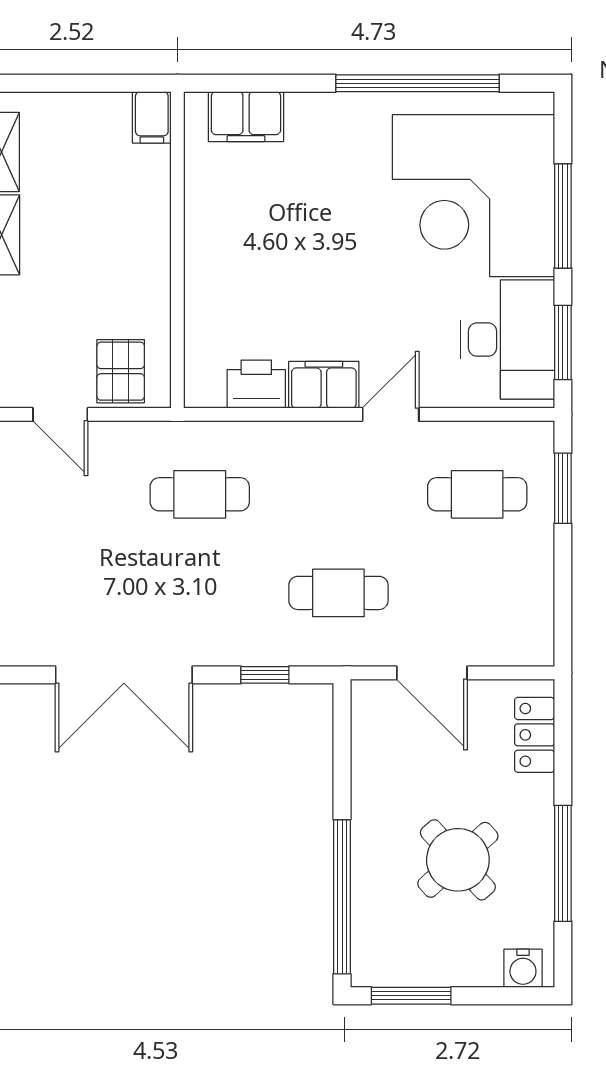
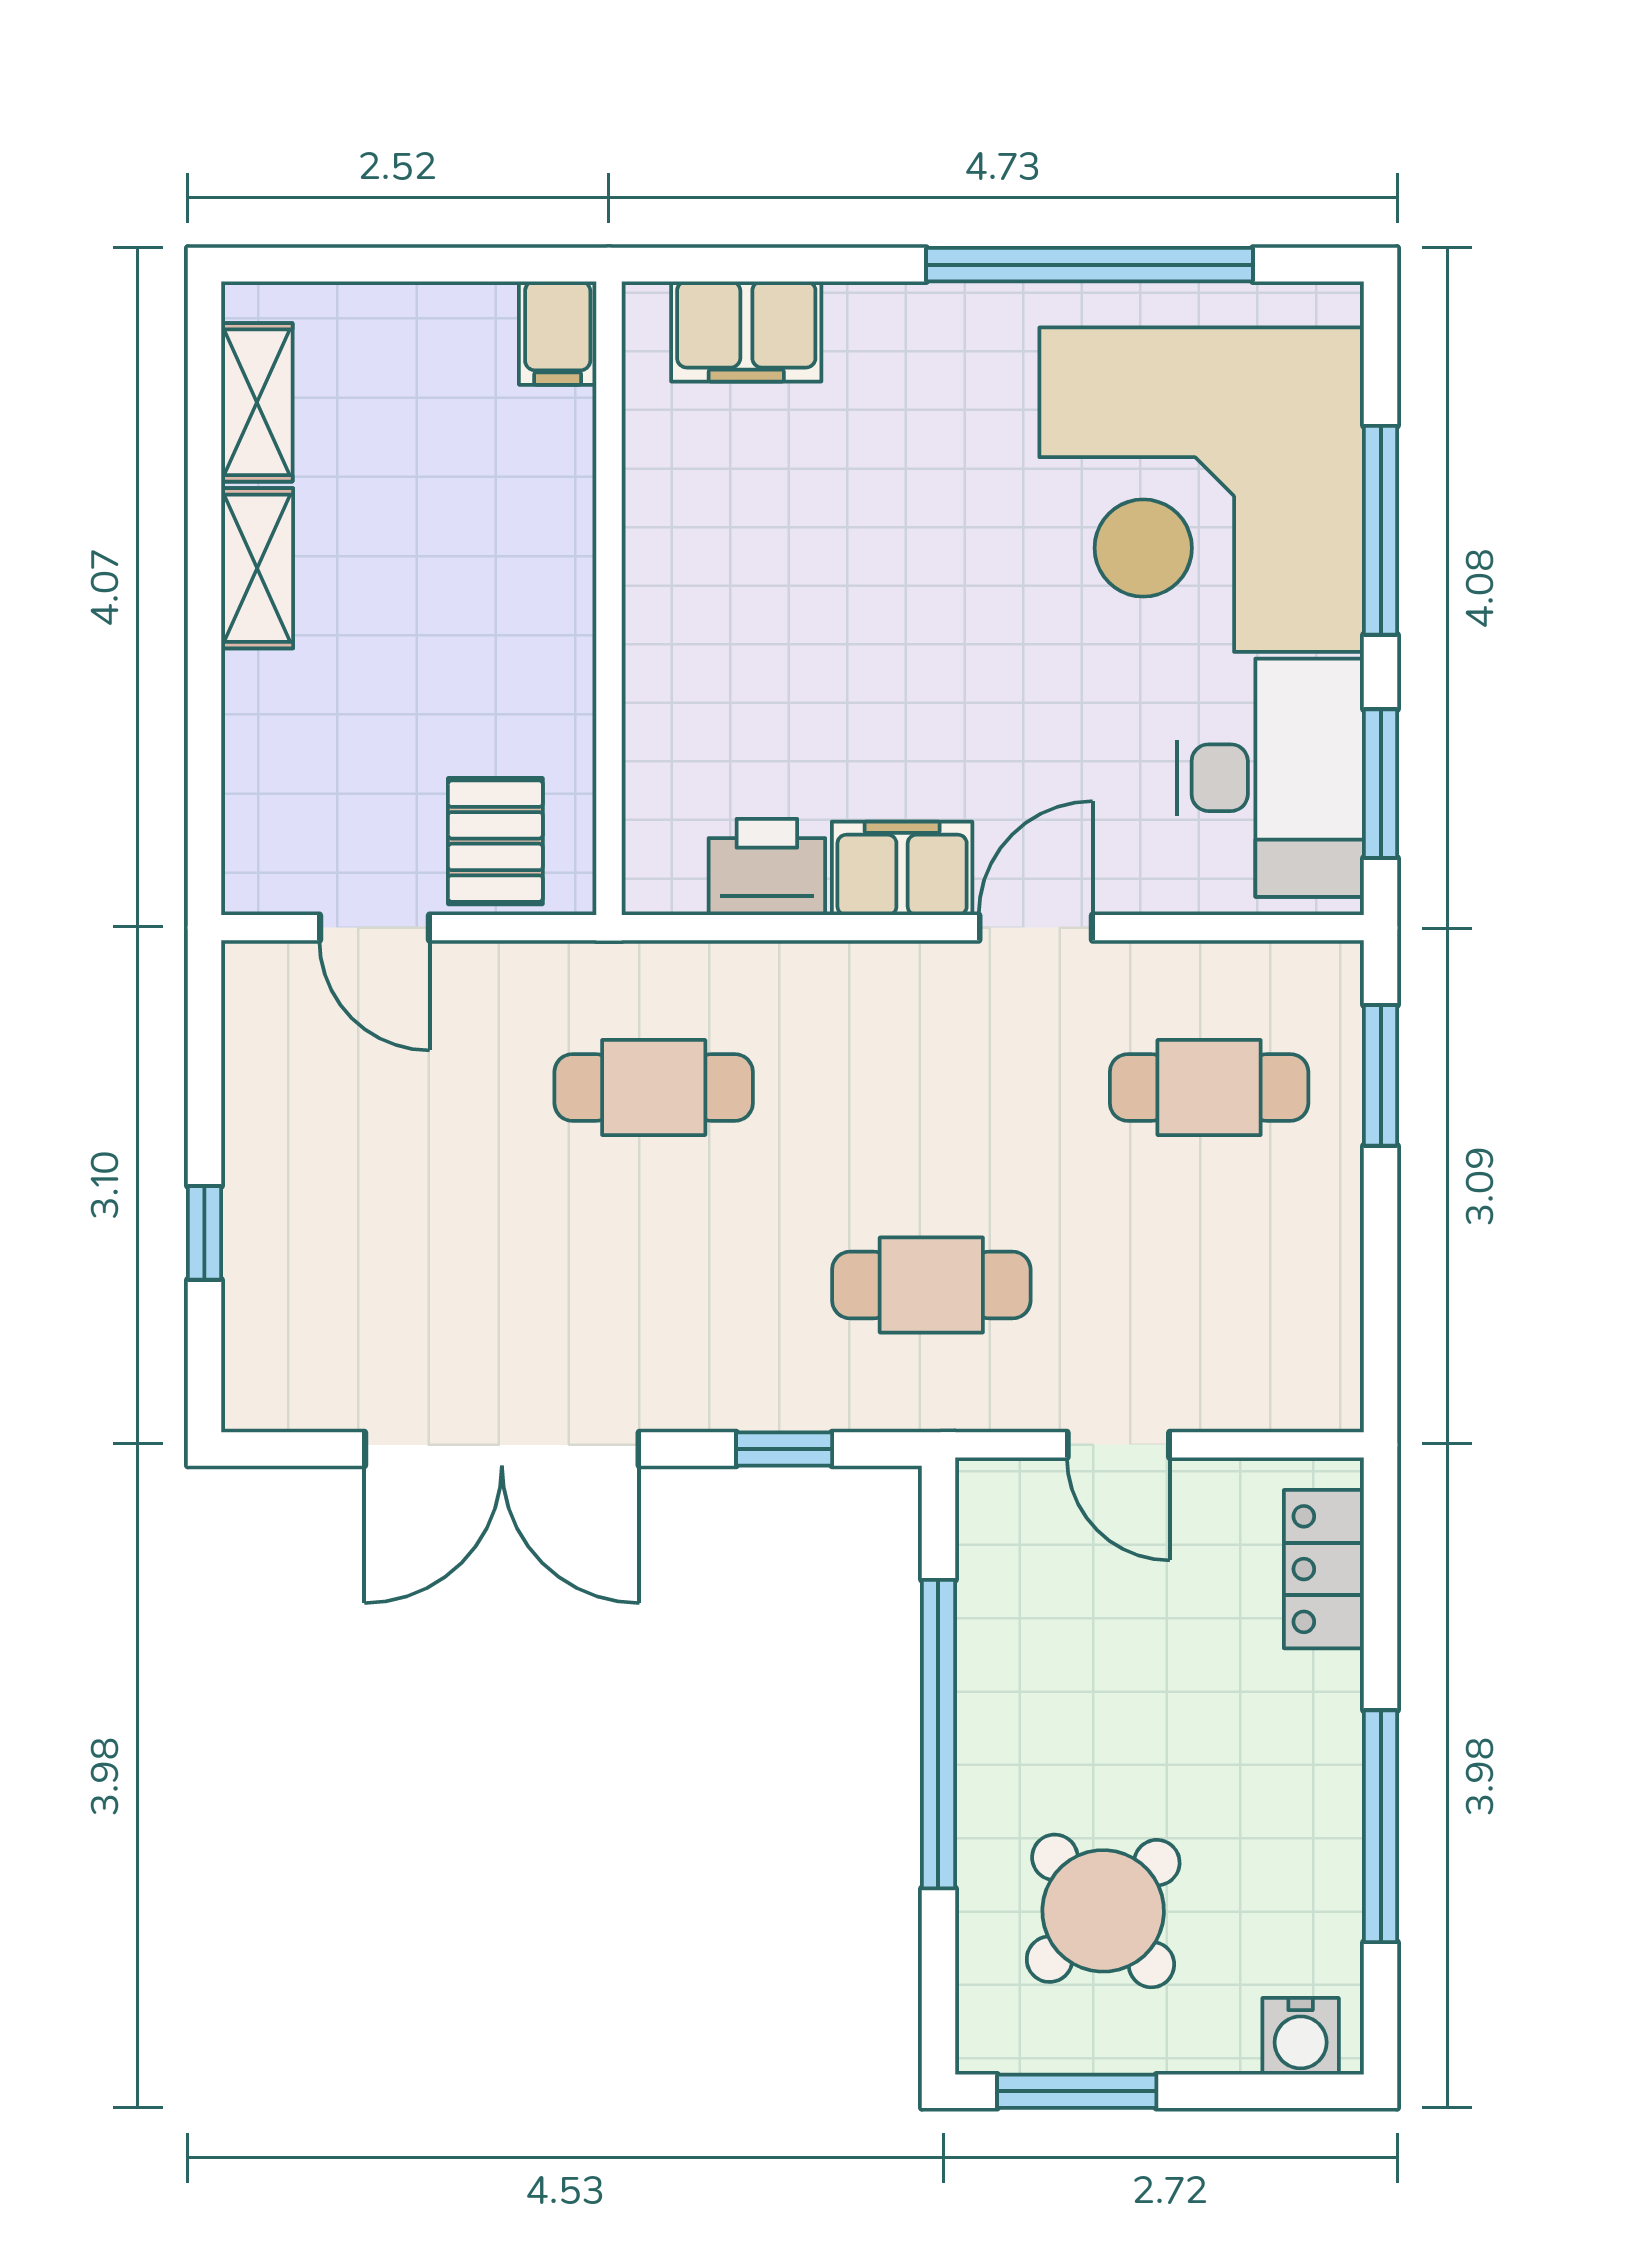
door: (432, 673) -> (1118, 1445), width x0.73
round table: (458, 860) -> (1103, 1911), moved
window: (342, 897) -> (938, 1734), moved

